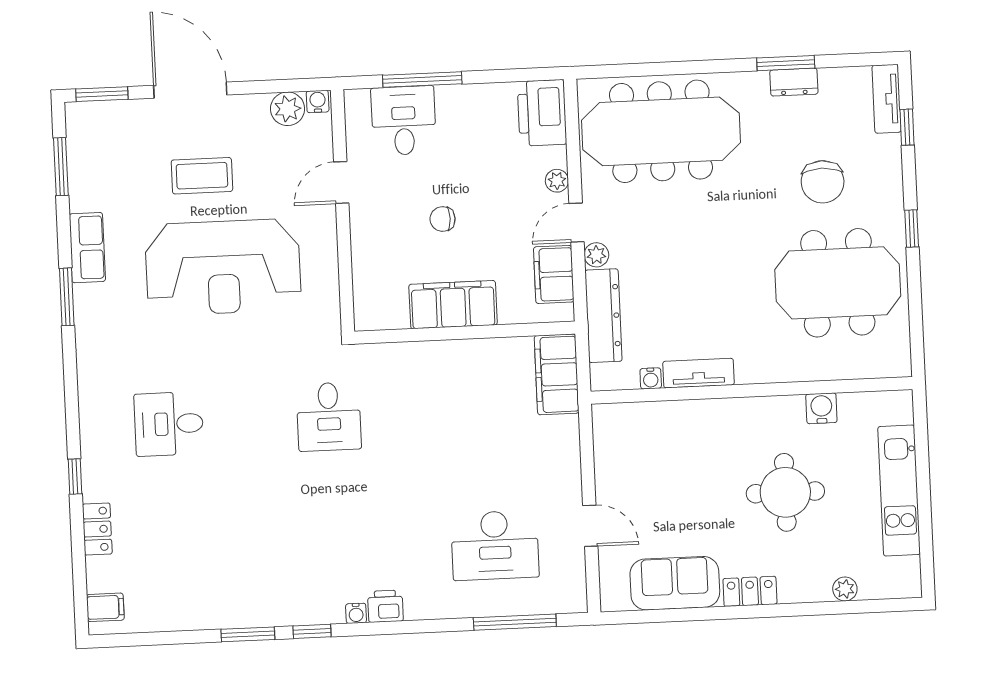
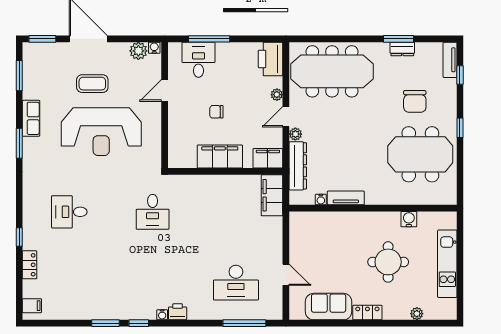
filing cabinet: (554, 274) -> (268, 158), moved, turned 90

